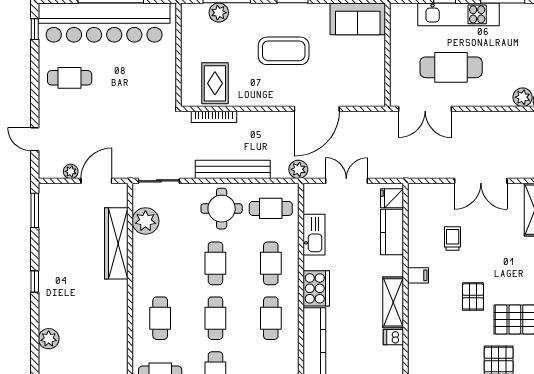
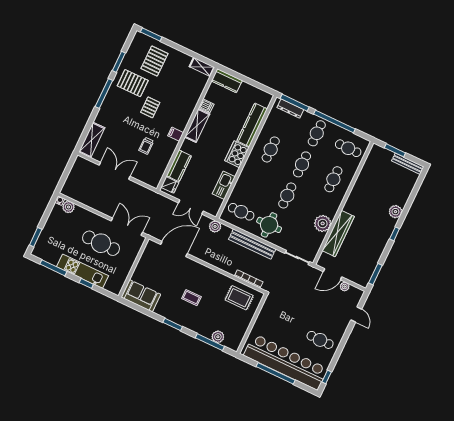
coffee table: (284, 51) -> (191, 298), width x0.54, depth x0.58
rug: (215, 83) -> (239, 298), turned 90
door: (317, 109) -> (174, 249), moved
plant: (145, 221) -> (323, 223), moved
cafe table: (271, 263) -> (256, 181), removed
plant: (49, 339) -> (395, 212), moved

